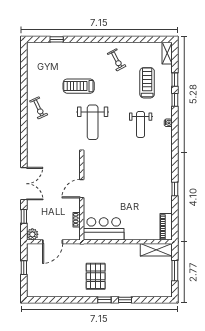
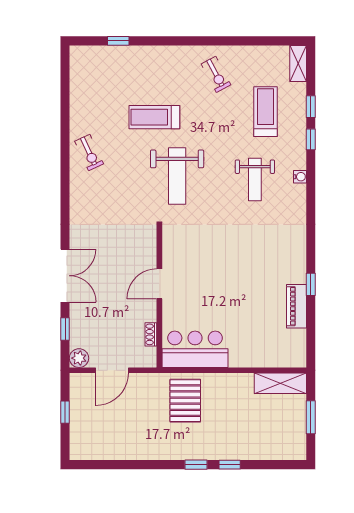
piano: (166, 227) -> (296, 306), moved
pallet: (96, 276) -> (185, 401), moved

